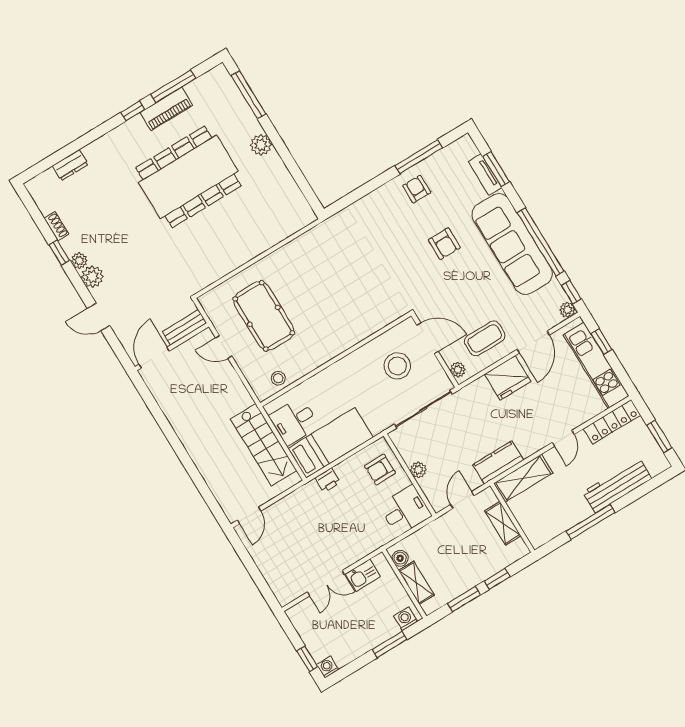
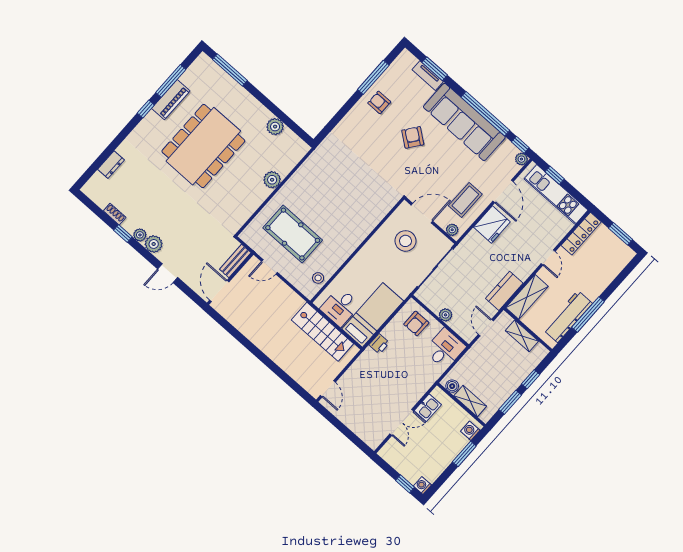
plant: (261, 145) -> (275, 127), moved
plant: (259, 243) -> (272, 180), added
armchair: (444, 244) -> (413, 137), turned -143
workbench: (617, 485) -> (568, 317), moved

